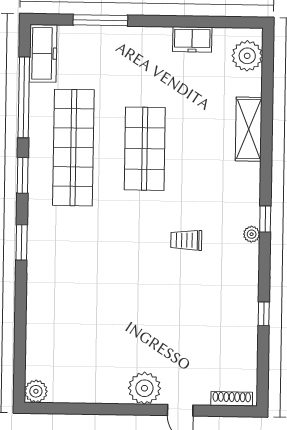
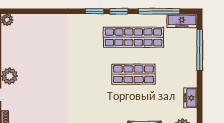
window: (100, 20) -> (200, 50), width x1.46
trolley: (186, 240) -> (86, 96), removed
window: (22, 242) -> (94, 11), moved

